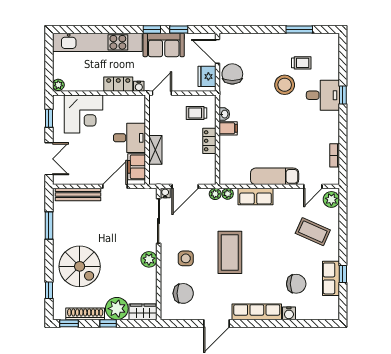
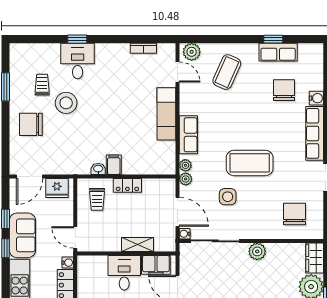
chair: (232, 74) -> (31, 124), moved
side table: (186, 258) -> (228, 197), moved

